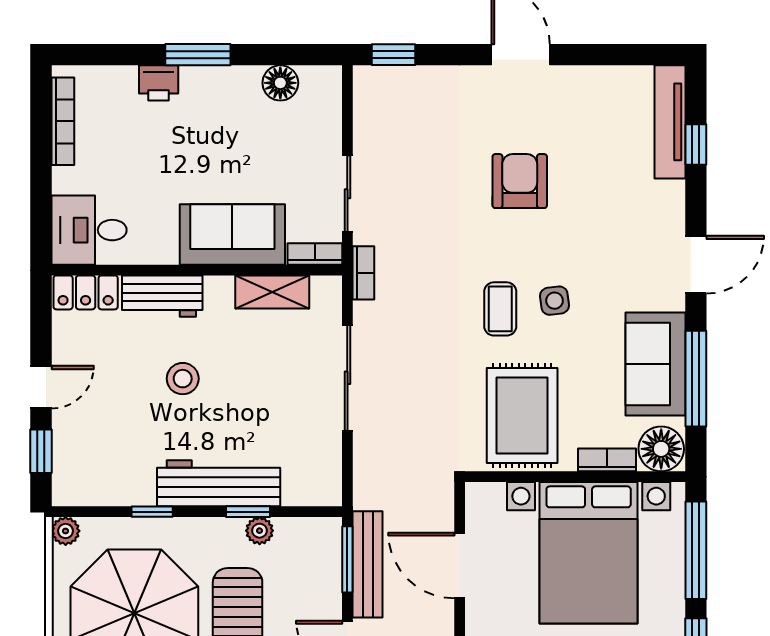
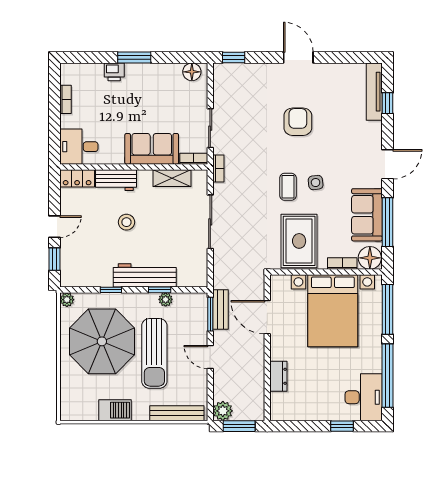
floor lamp: (280, 83) -> (192, 72), moved
bookcase: (63, 121) -> (65, 99), width x0.64
bench: (368, 564) -> (220, 309), width x0.73

